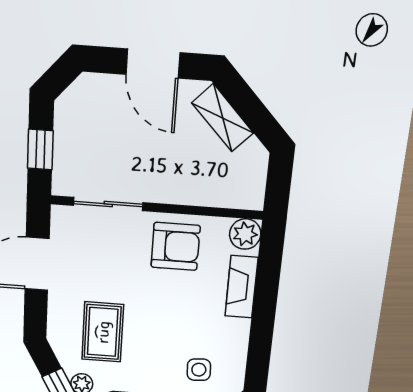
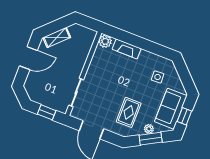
armchair: (176, 246) -> (102, 71), removed
rug: (103, 332) -> (129, 112), turned 90

